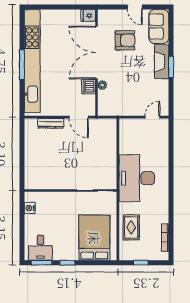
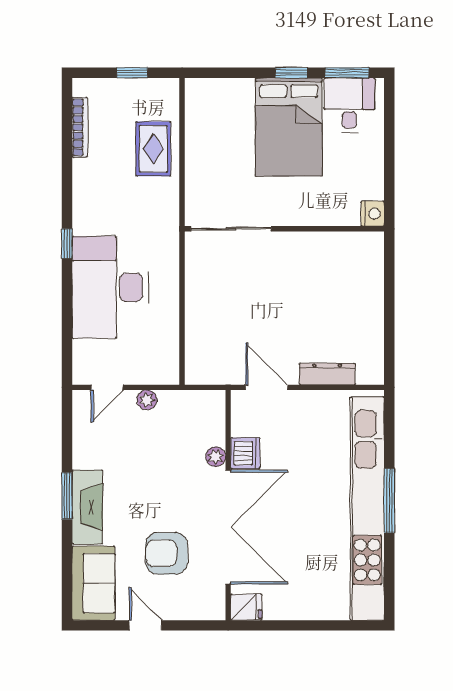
plant: (134, 111) -> (147, 400), added
desk: (137, 178) -> (110, 287), moved, turned 180
window: (171, 184) -> (67, 244), added
nightstand: (30, 208) -> (373, 214), moved
bed: (94, 238) -> (289, 127), moved

